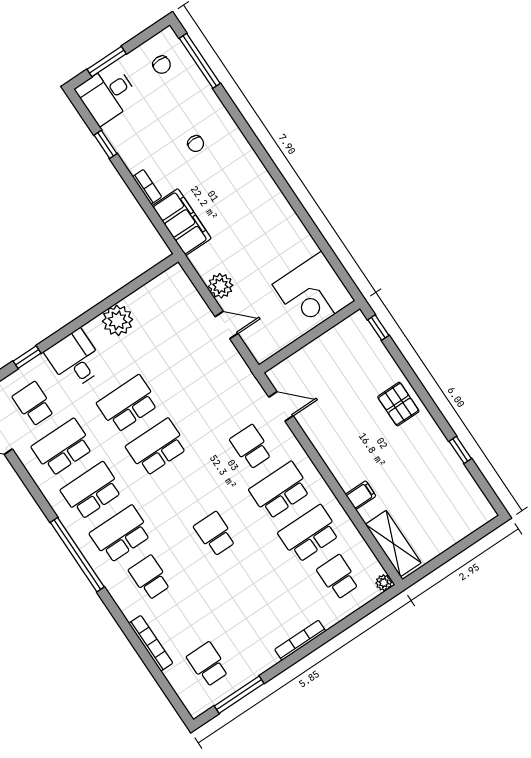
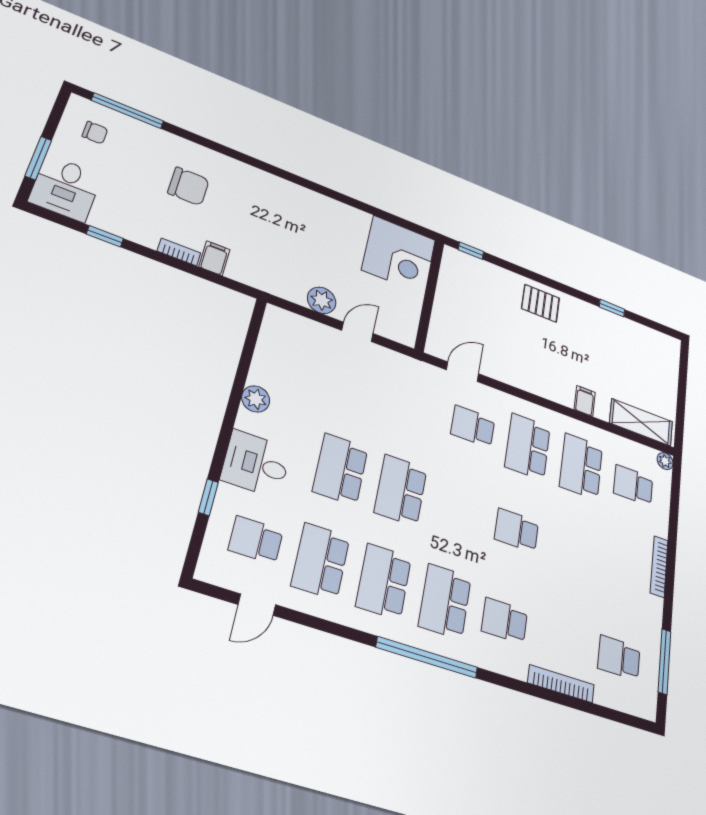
chair: (196, 144) -> (189, 186), width x1.87, depth x1.87
filing cabinet: (182, 222) -> (214, 258), width x0.33, depth x0.86
plant: (118, 320) -> (256, 399), width x0.73, depth x0.73

